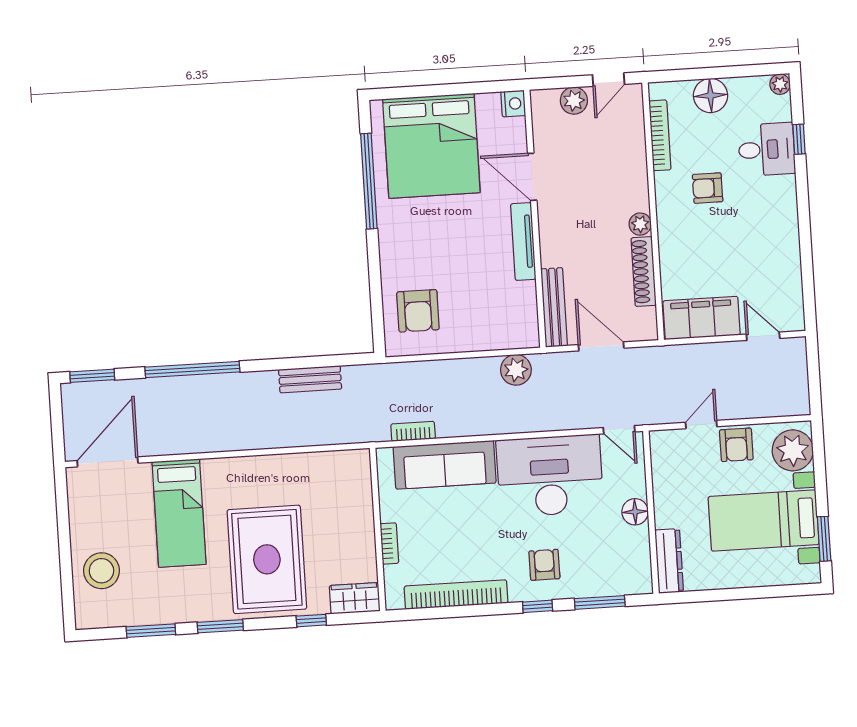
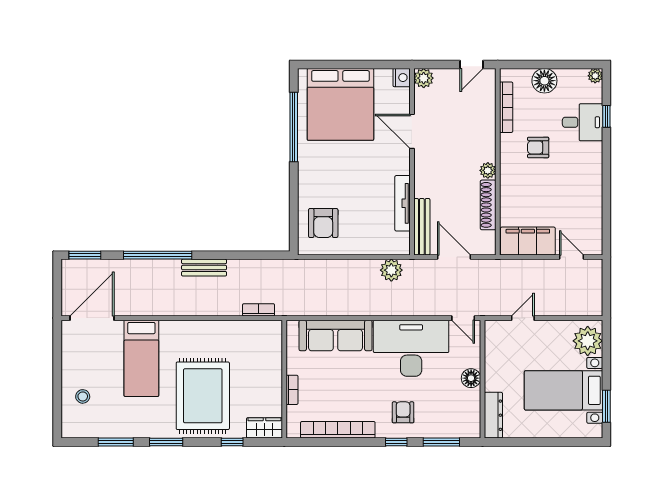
plant: (574, 101) -> (424, 78), moved
tv unit: (523, 242) -> (402, 203), moved
bench: (310, 379) -> (204, 268), moved
bookcase: (413, 431) -> (259, 310), moved
armchair: (736, 445) -> (547, 334), removed
stool: (101, 571) -> (83, 396), width x0.53, depth x0.53

